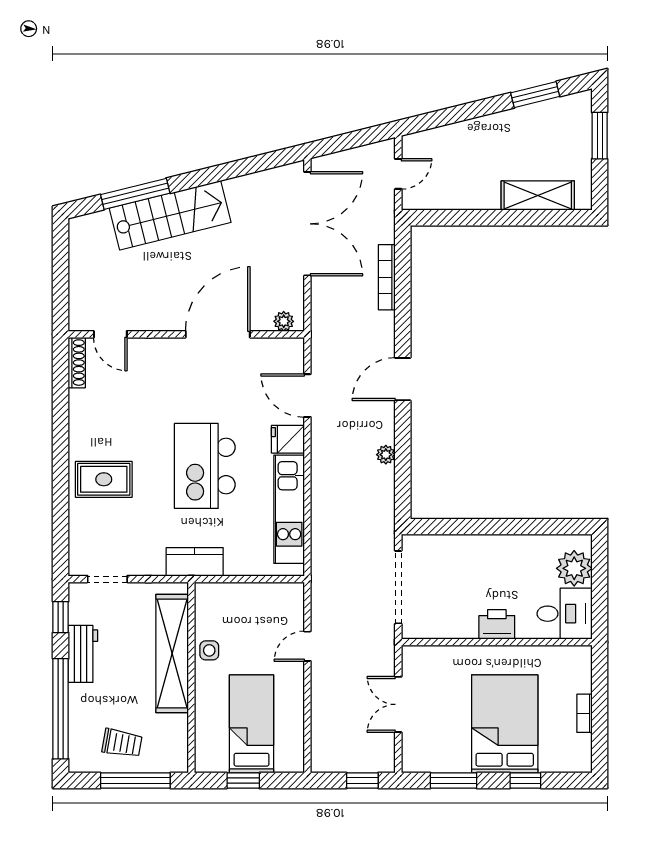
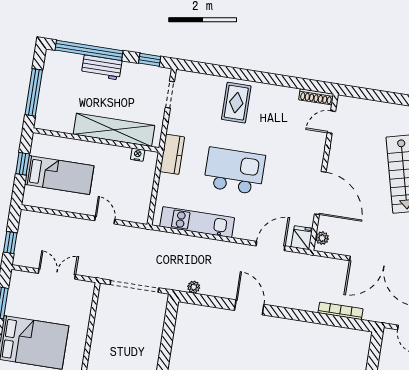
door: (403, 379) -> (249, 307), moved
fridge: (288, 439) -> (302, 238), moved
plant: (386, 455) -> (194, 287), moved
nightstand: (203, 613) -> (138, 155), added
printer: (497, 624) -> (100, 348), removed
side table: (209, 650) -> (112, 155), removed
workbench: (83, 654) -> (102, 67), moved
trolley: (122, 743) -> (60, 87), removed

